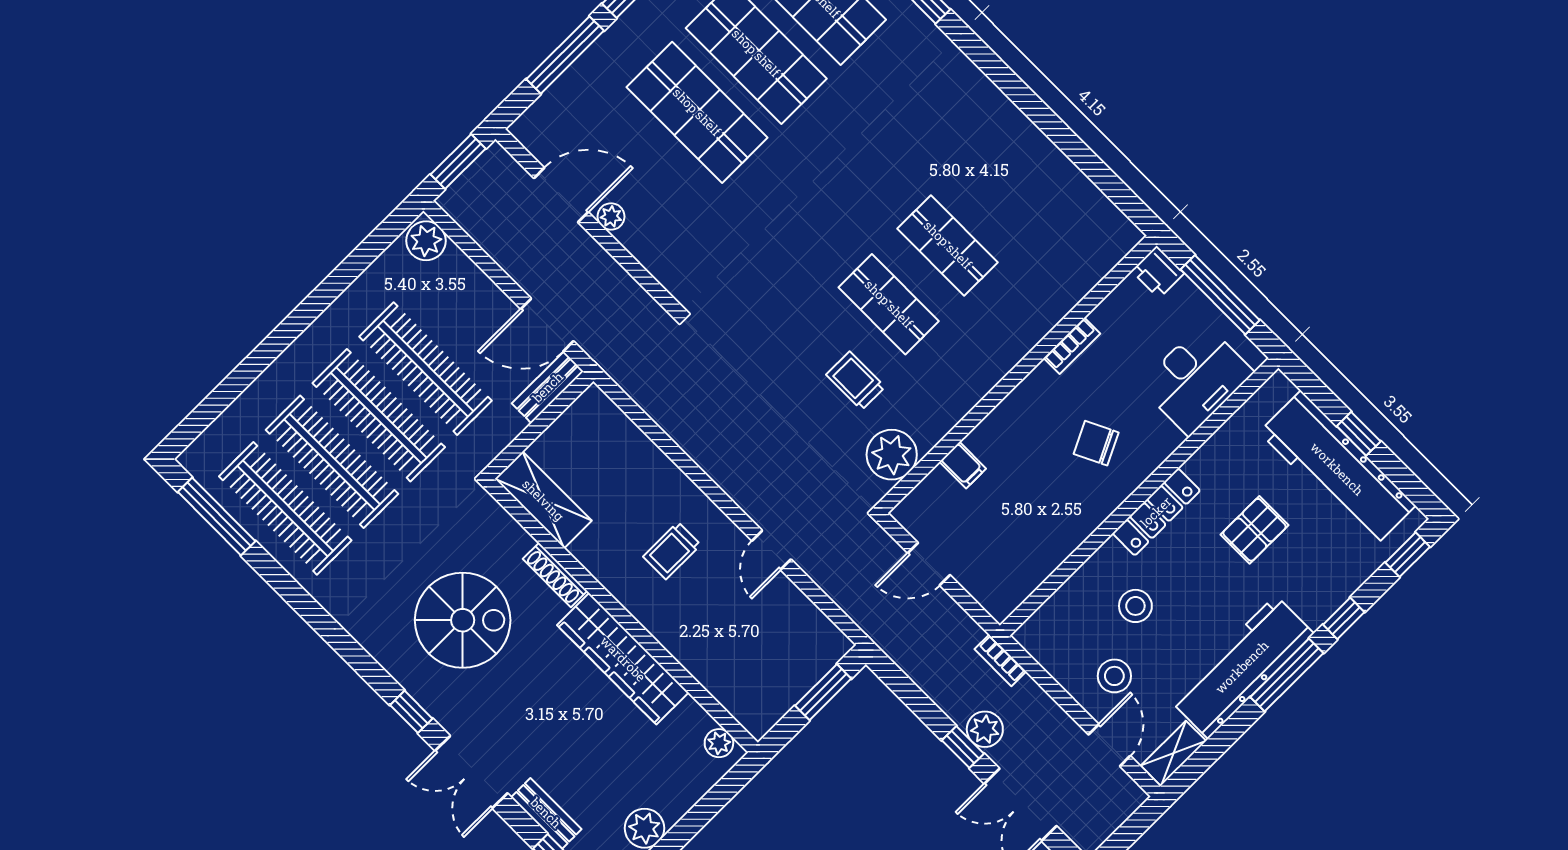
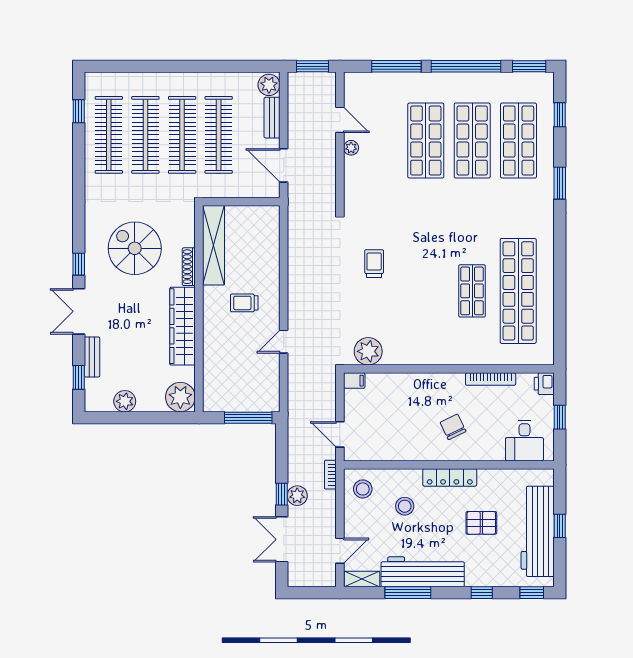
door: (561, 195) -> (340, 120), width x0.73
window: (1220, 295) -> (560, 417), width x0.46
shop shelf: (889, 304) -> (518, 291), moved, width x2.00, depth x1.36
bookcase: (1072, 346) -> (491, 379), width x1.56
desk: (1196, 379) -> (524, 441), width x0.73
trolley: (856, 381) -> (374, 264), moved
bench: (548, 387) -> (272, 118), moved, turned 90
filing cabinet: (963, 465) -> (354, 381), moved, turned -90
shelving: (543, 500) -> (214, 245), width x1.47
window: (217, 517) -> (79, 111), width x0.46
door: (929, 564) -> (340, 434), moved
spiral stairs: (463, 620) -> (135, 248), turned 180
window: (1287, 675) -> (408, 593), moved
stool: (1114, 676) -> (363, 489), moved
window: (823, 692) -> (248, 418), width x1.44
plant: (719, 743) -> (180, 397), width x1.87, depth x1.87

